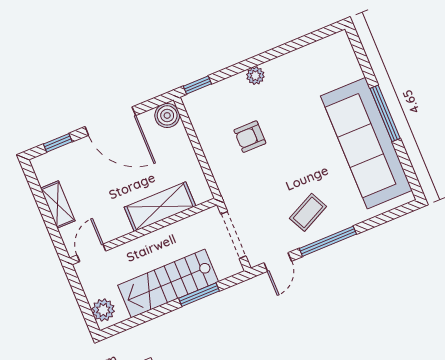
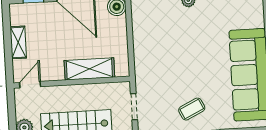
armchair: (250, 137) -> (170, 42), removed
doorway: (233, 235) -> (134, 107), width x0.73

